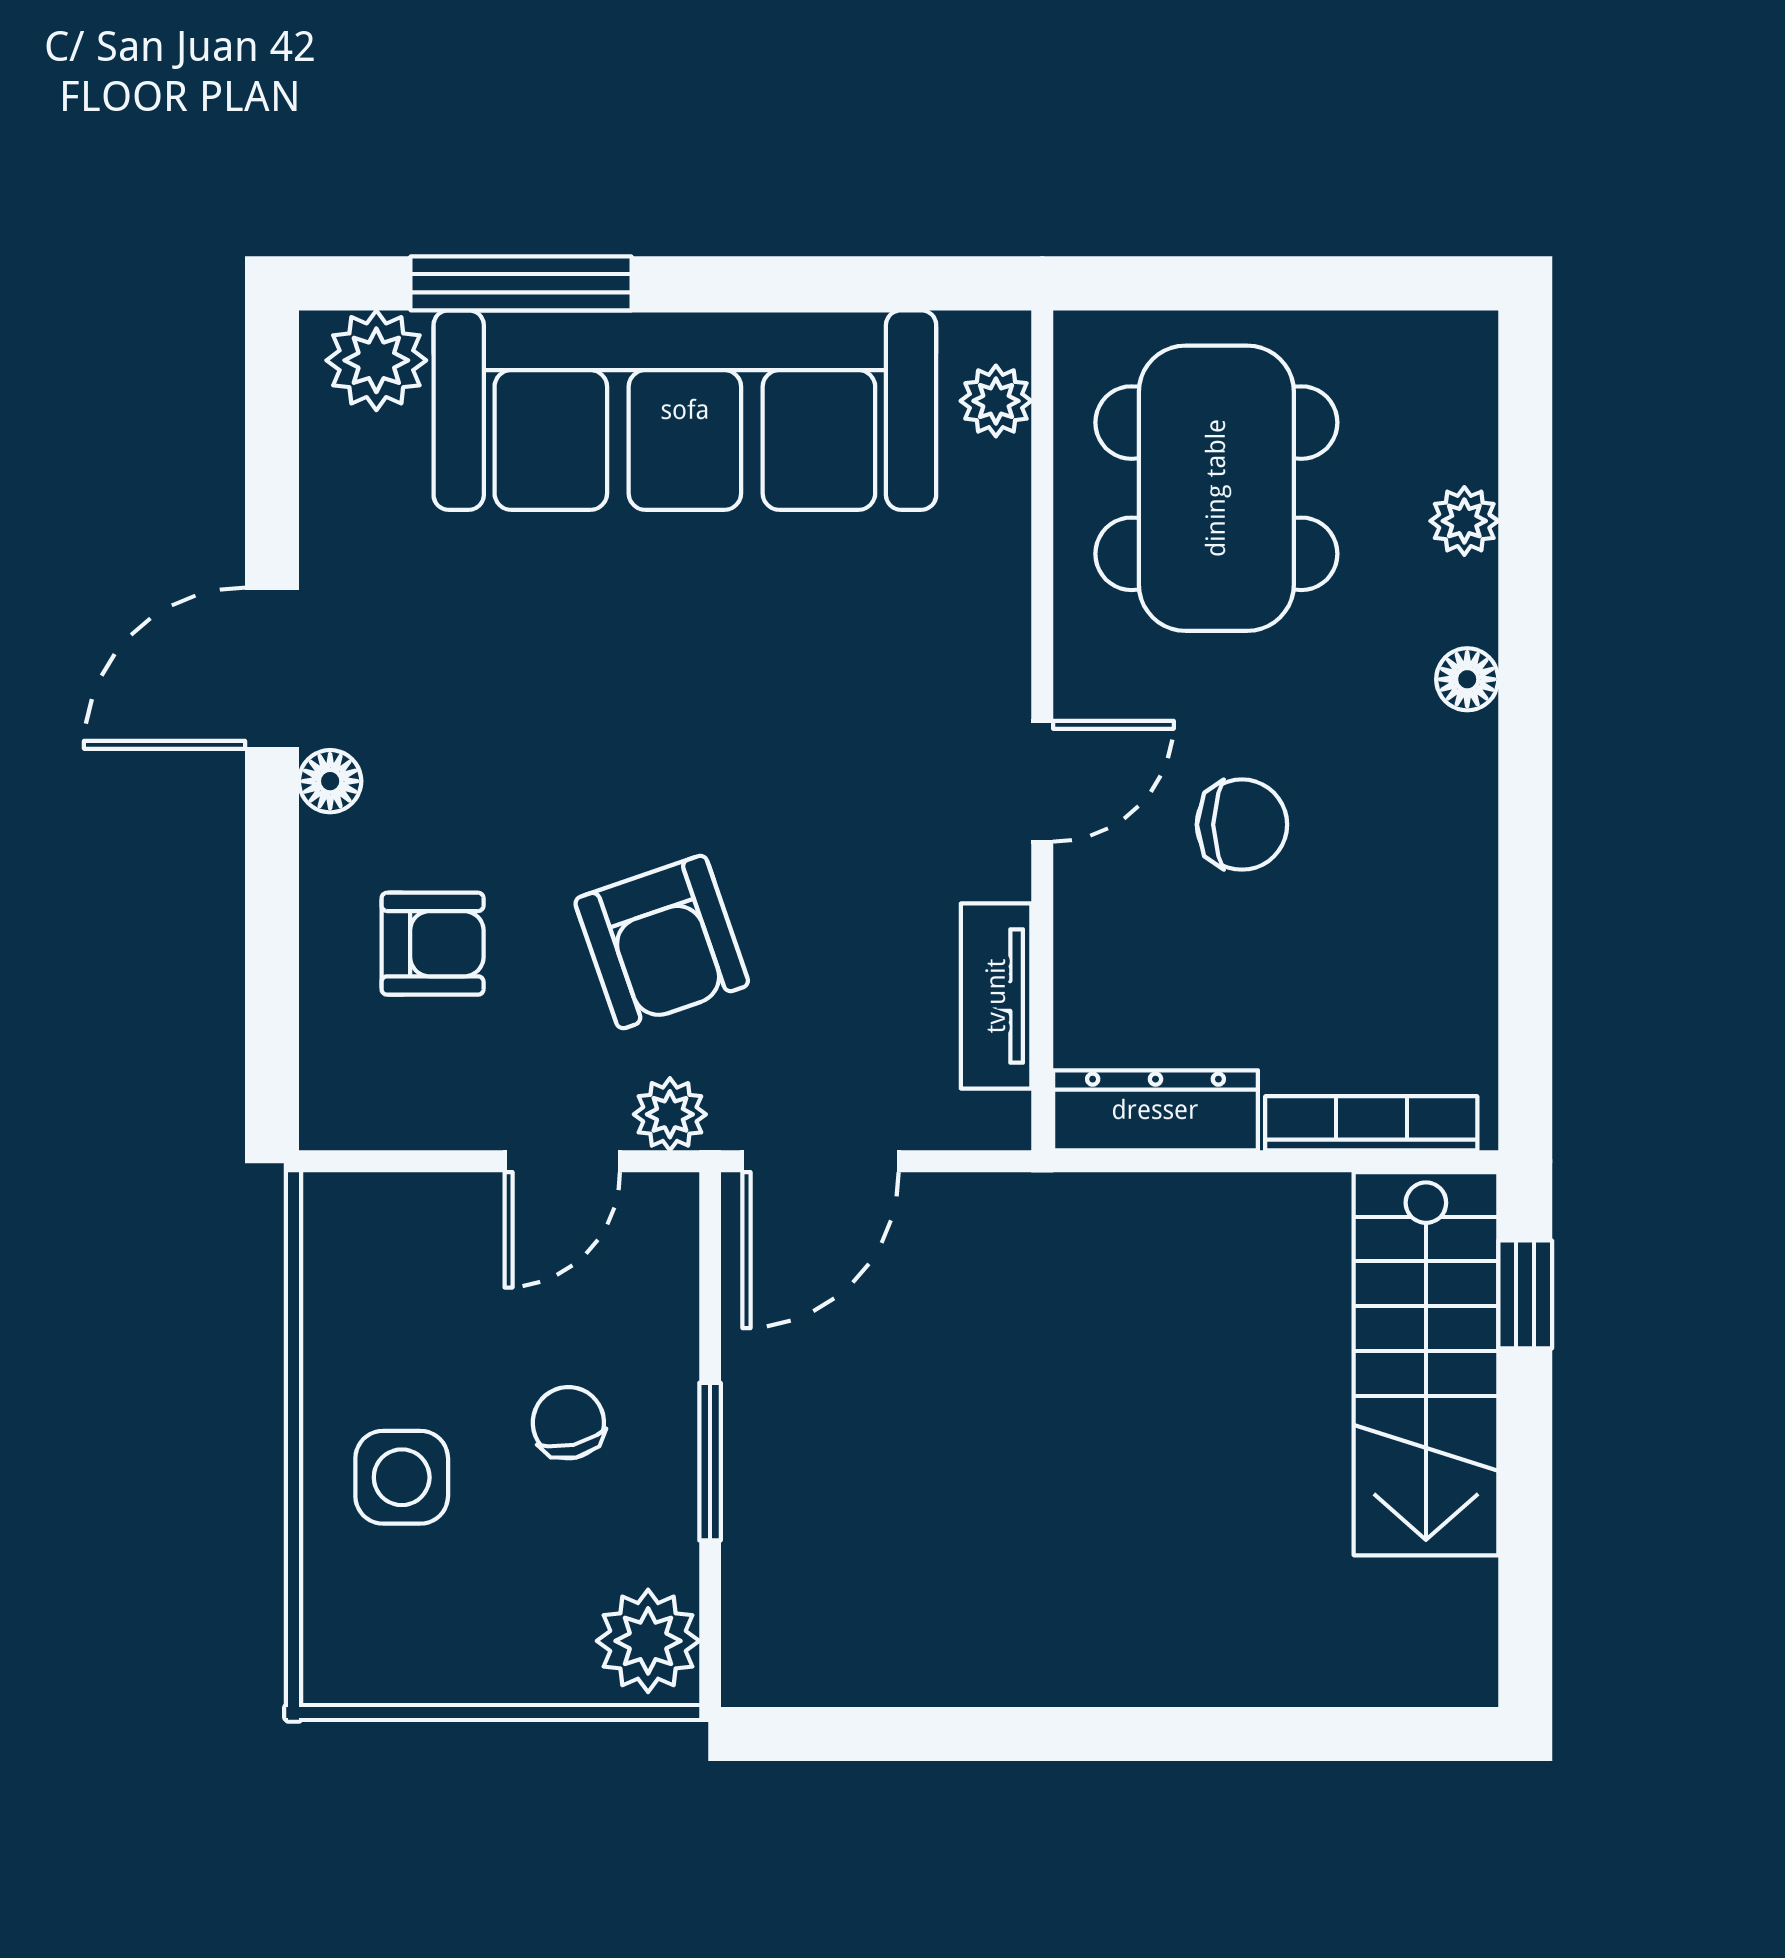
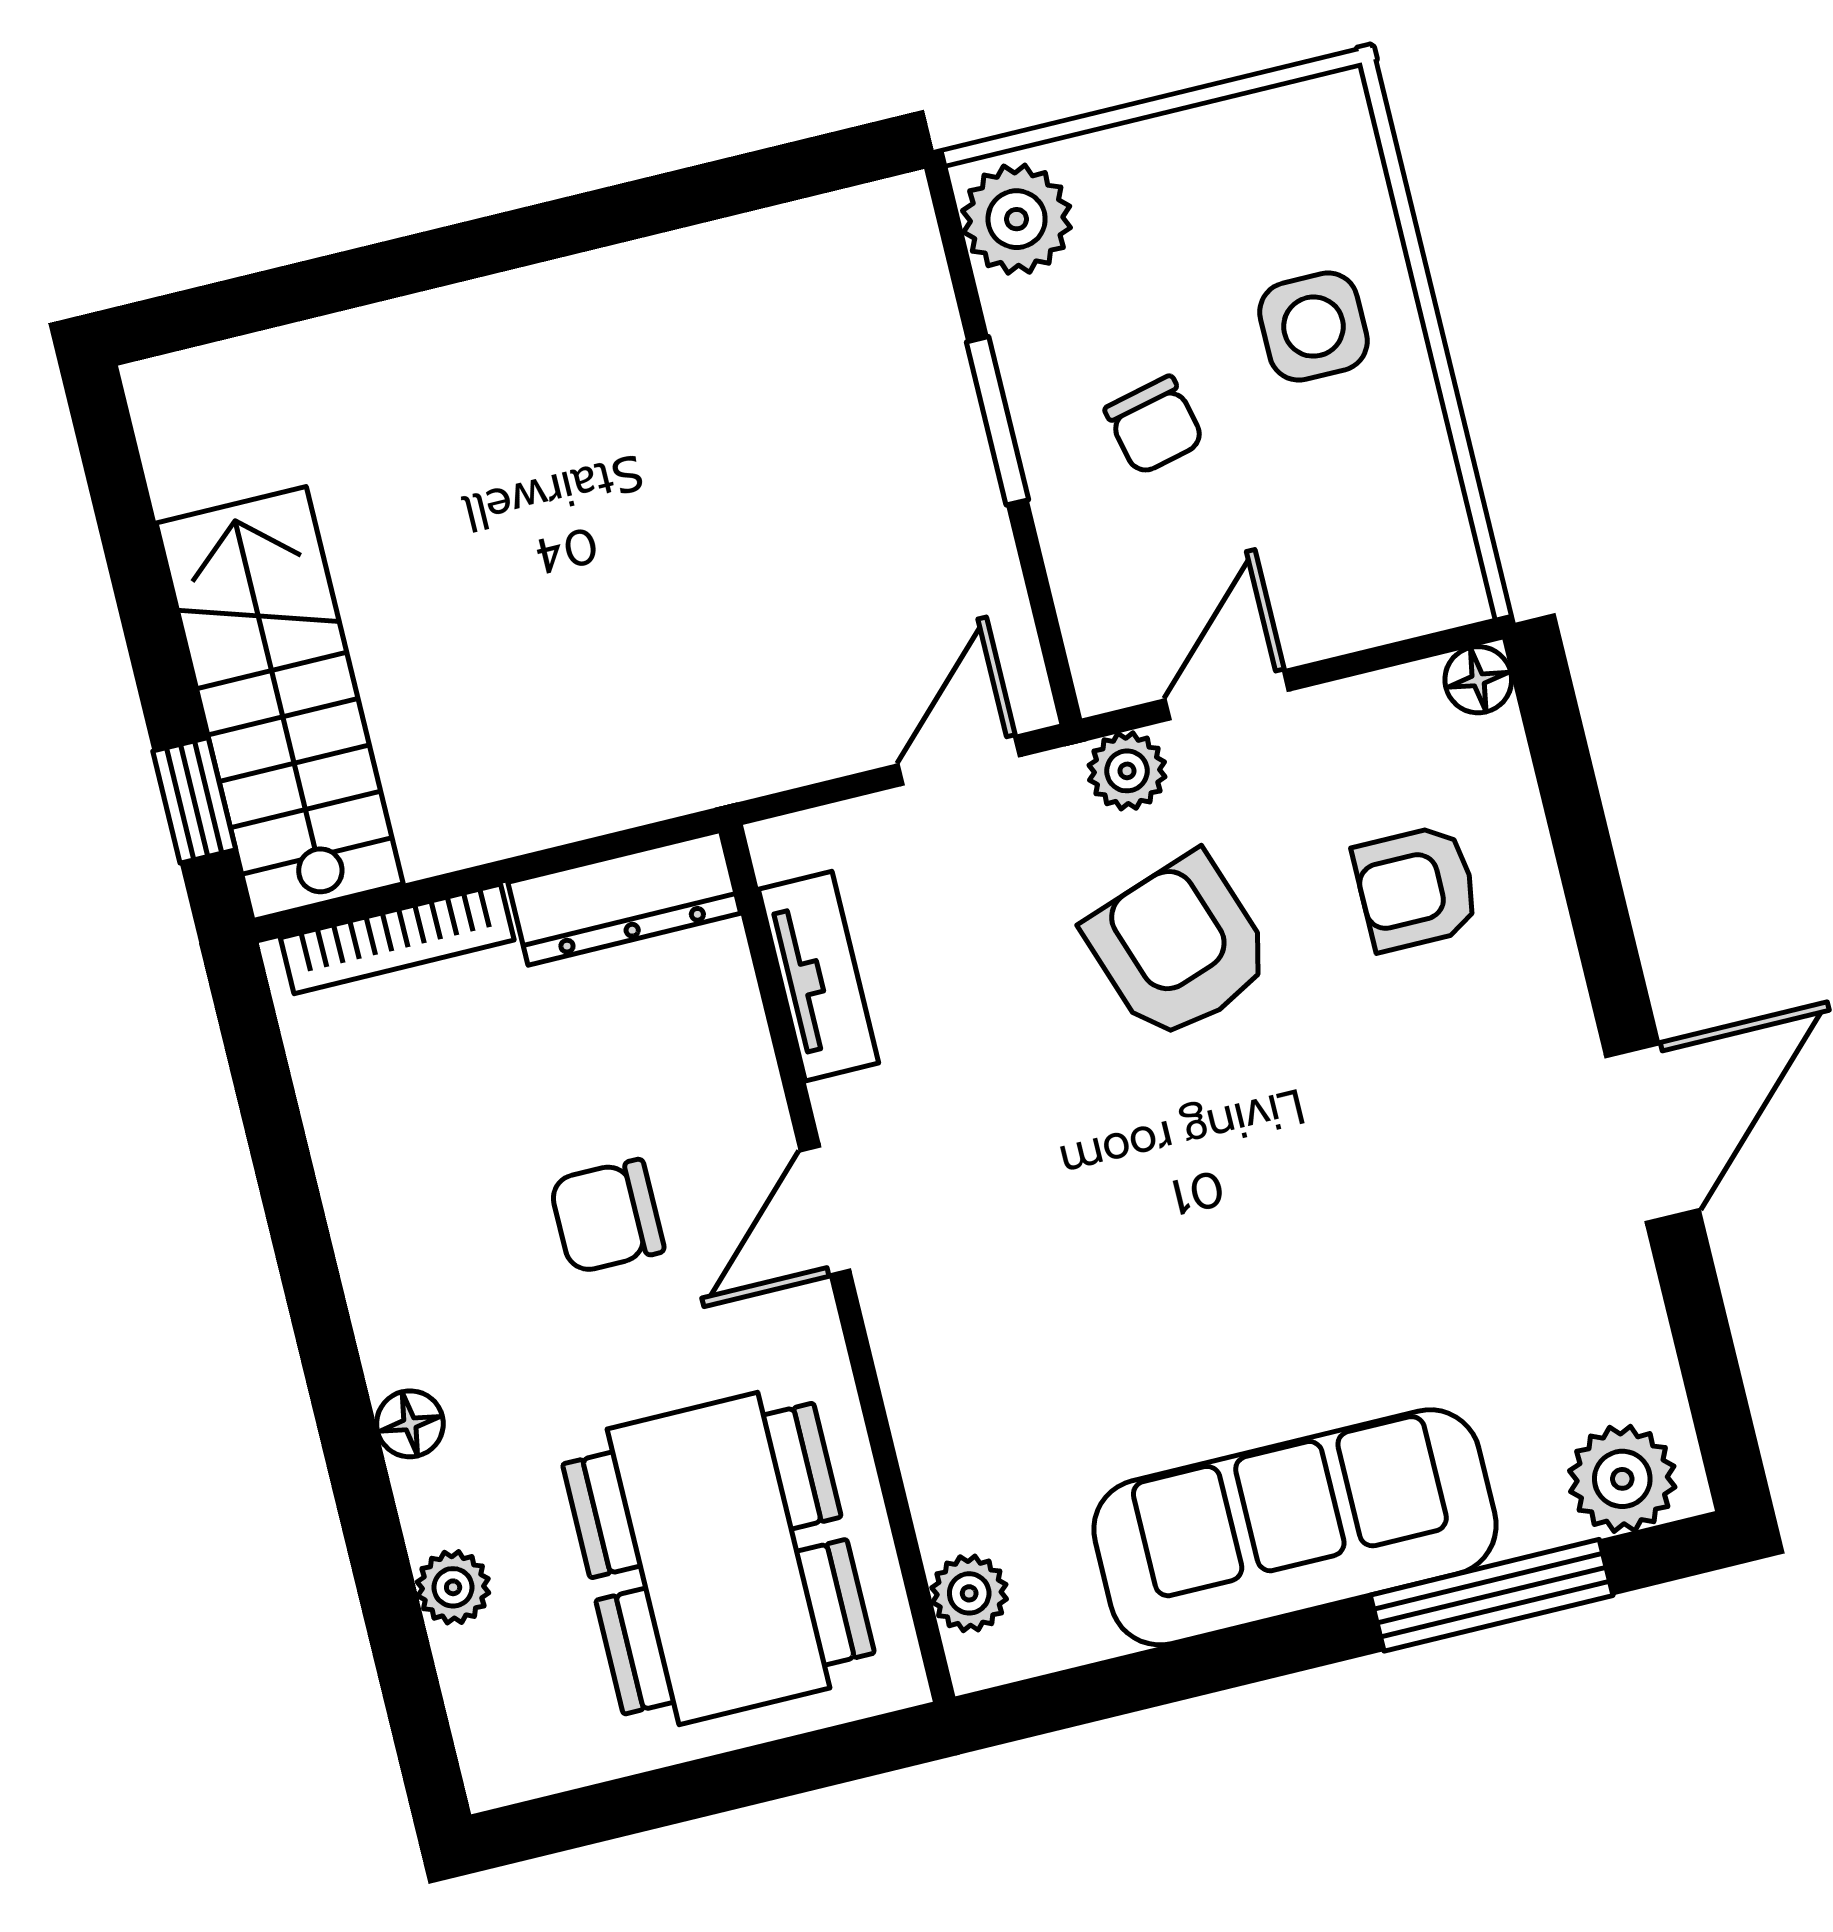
sofa: (685, 410) -> (1295, 1527), width x0.74, depth x0.79
floor lamp: (330, 781) -> (1478, 680), moved
door: (821, 1161) -> (959, 760), width x0.73

